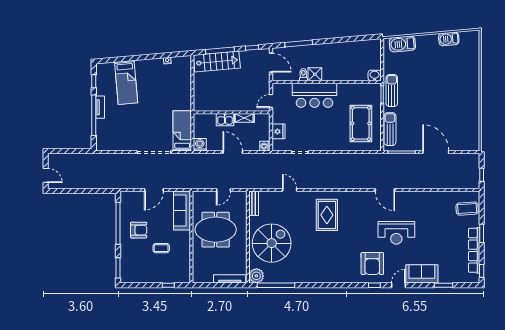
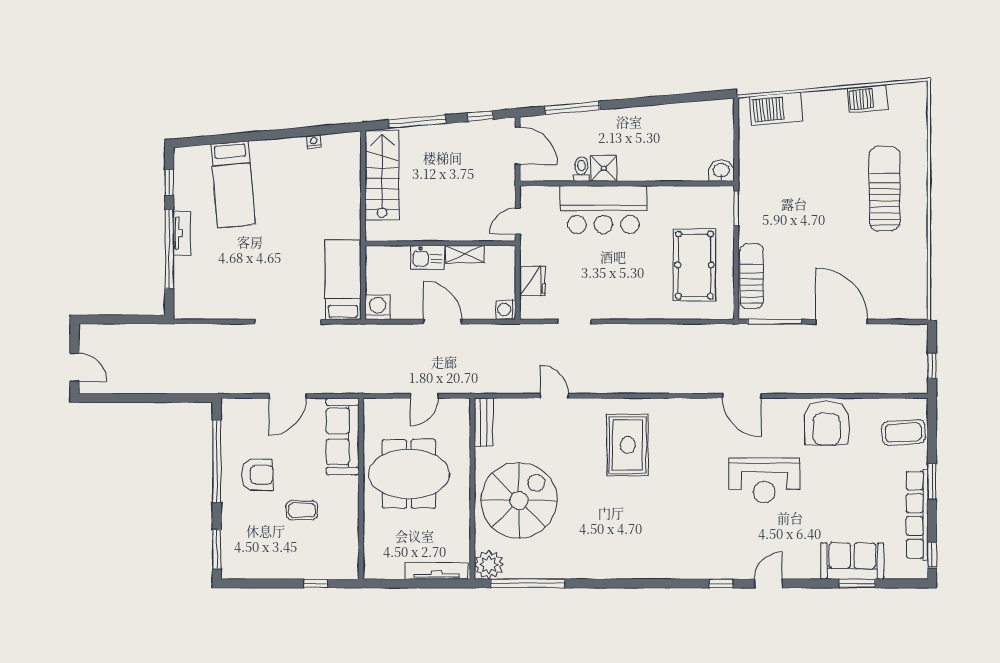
stairs: (217, 61) -> (382, 175), moved, turned -85
sun lounger: (392, 91) -> (885, 189), moved, width x1.36, depth x1.34
armchair: (372, 264) -> (827, 423), moved
sofa: (422, 274) -> (852, 561), moved

